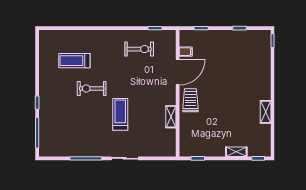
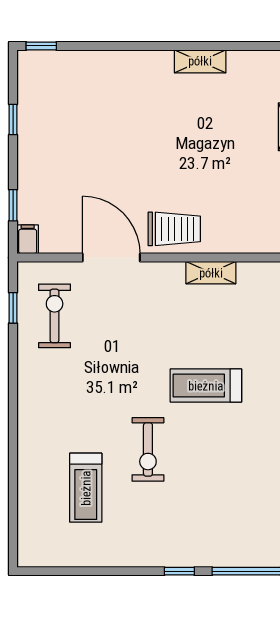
exercise bike: (139, 49) -> (55, 316), moved
filing cabinet: (186, 52) -> (28, 239), moved
trolley: (190, 100) -> (174, 229), turned 180

